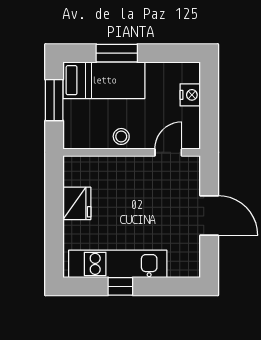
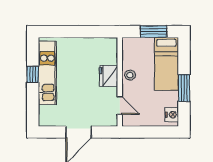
window: (117, 53) -> (184, 88), moved
nightstand: (190, 95) -> (172, 115), moved, turned -90
fridge: (77, 203) -> (109, 76), moved, turned 90

